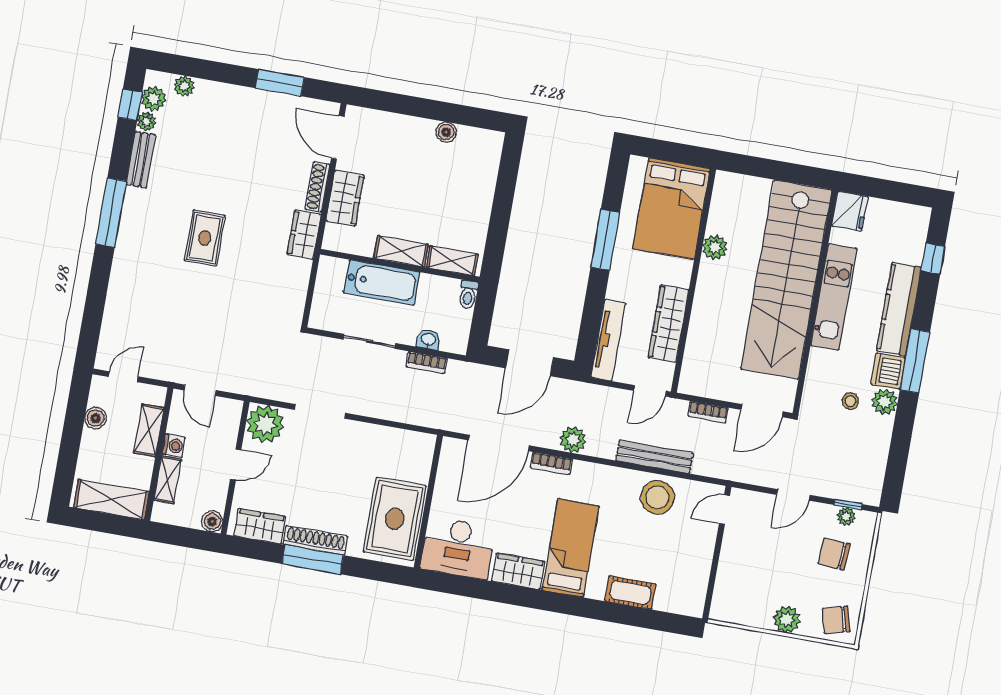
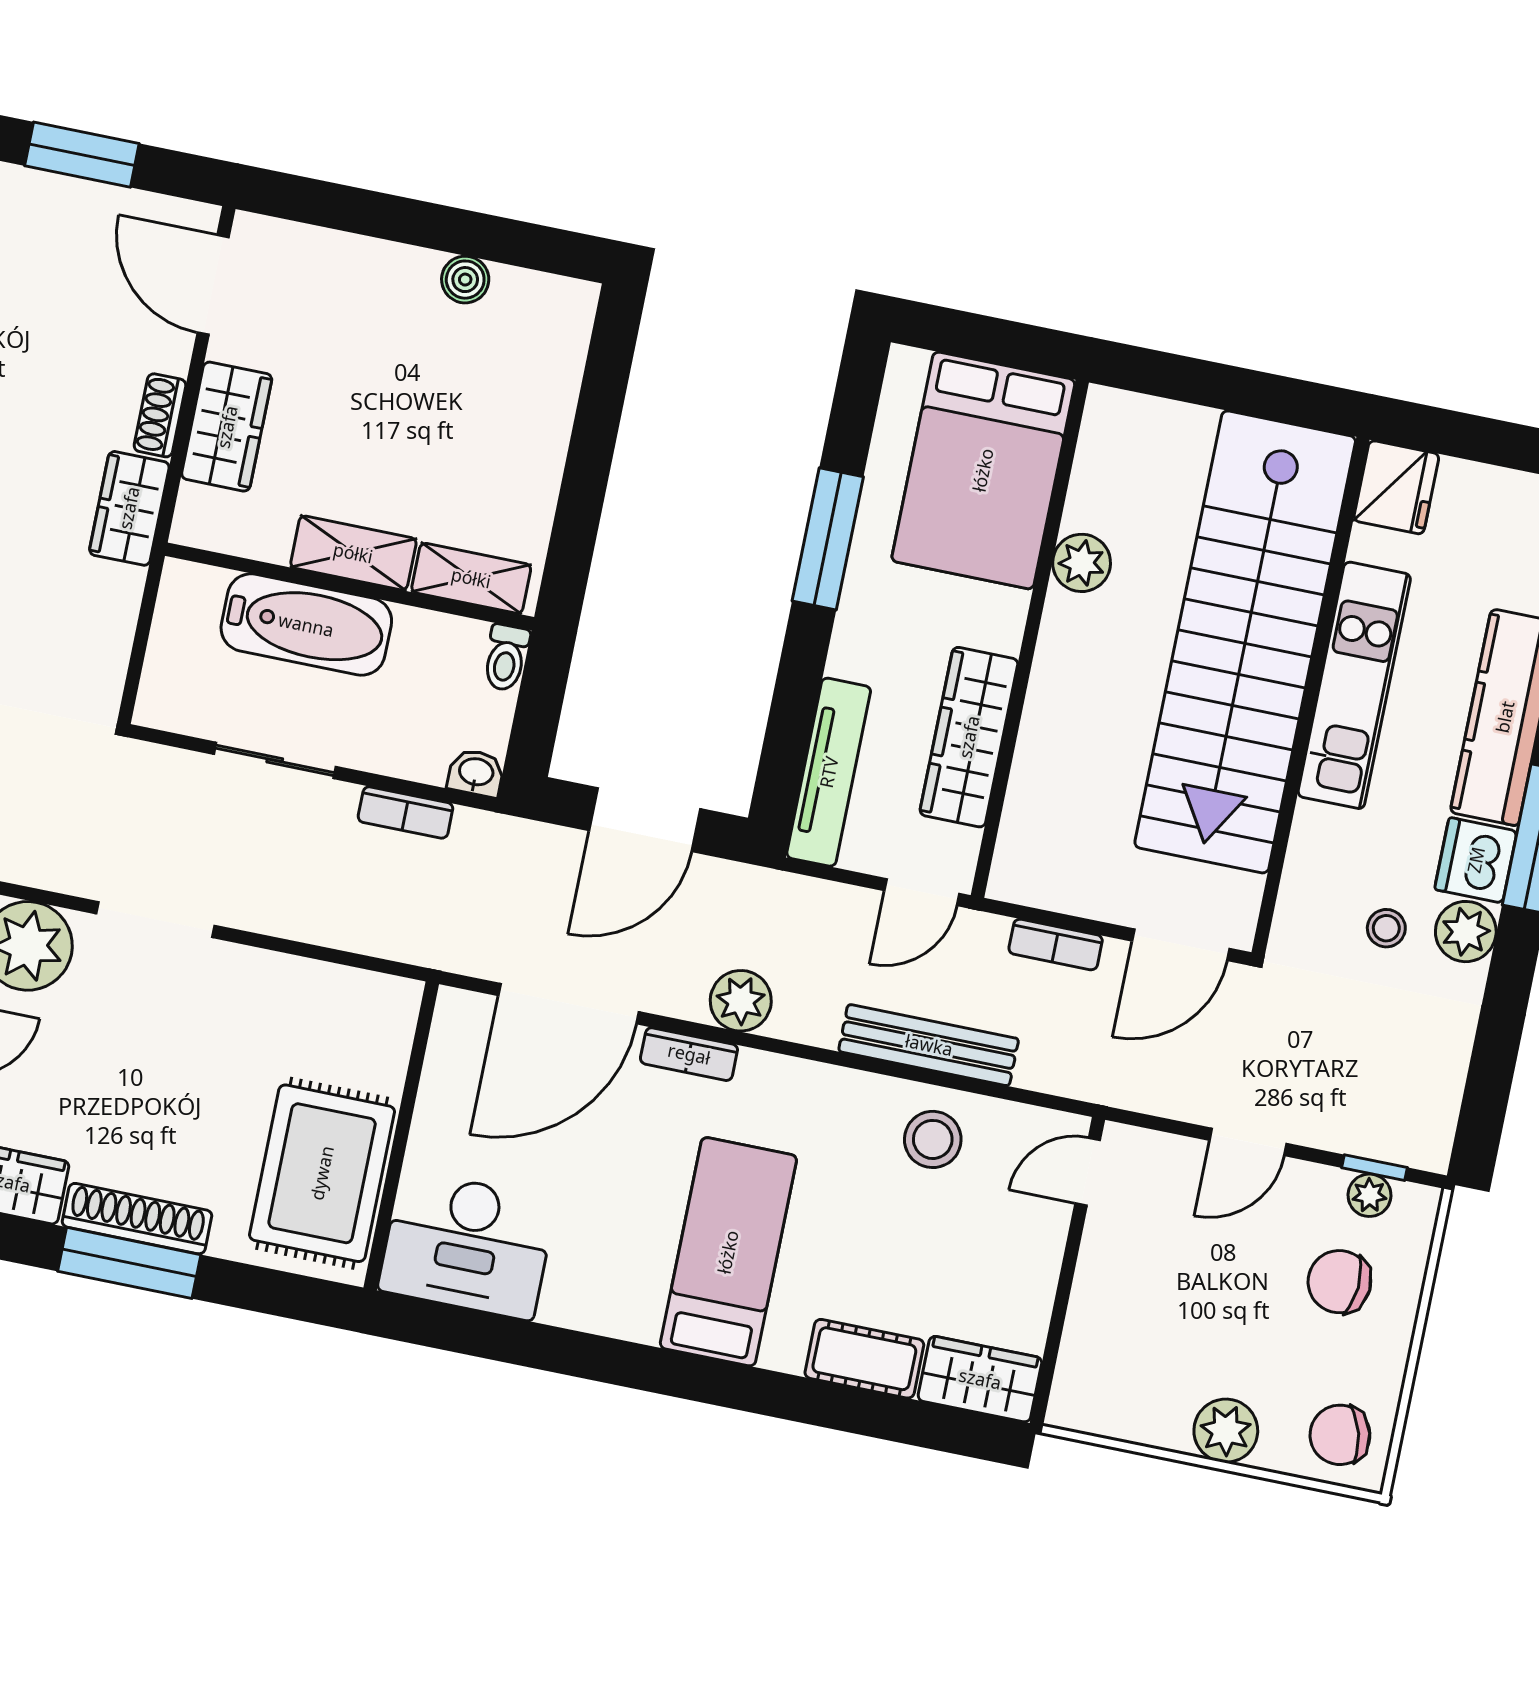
shoe rack: (318, 187) -> (160, 415), width x0.70
washbasin: (428, 340) -> (476, 773), moved
stool: (657, 497) -> (933, 1139), width x0.73, depth x0.73
wardrobe: (518, 571) -> (980, 1379), moved

